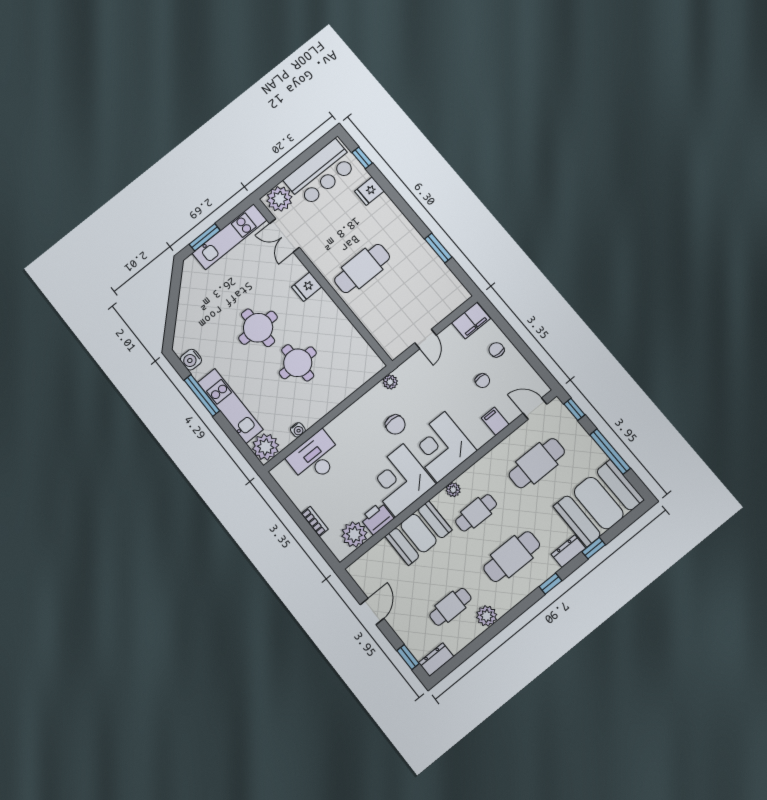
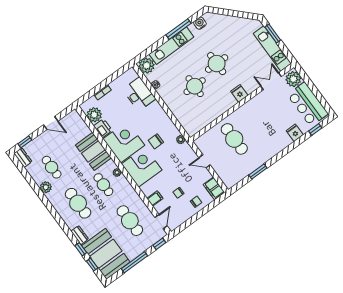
cafe table: (362, 268) -> (234, 139), moved
window: (550, 584) -> (92, 265), moved

